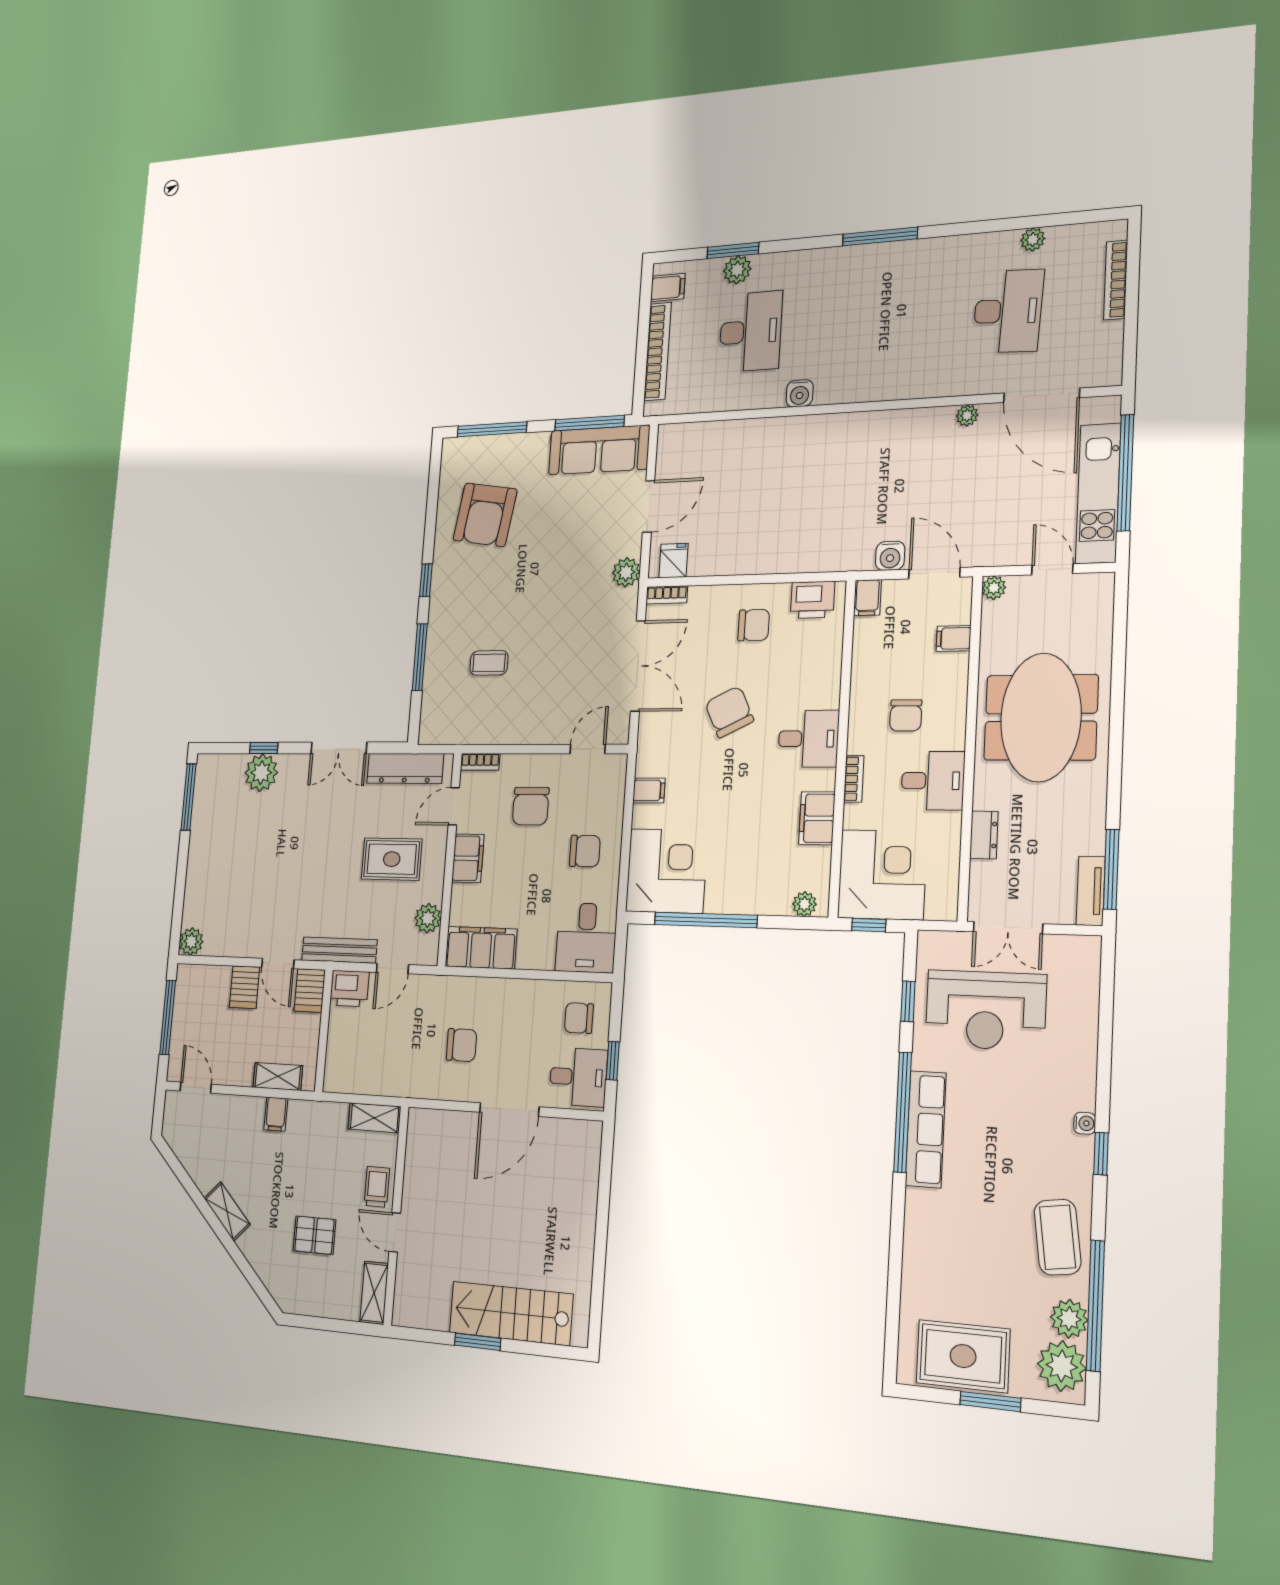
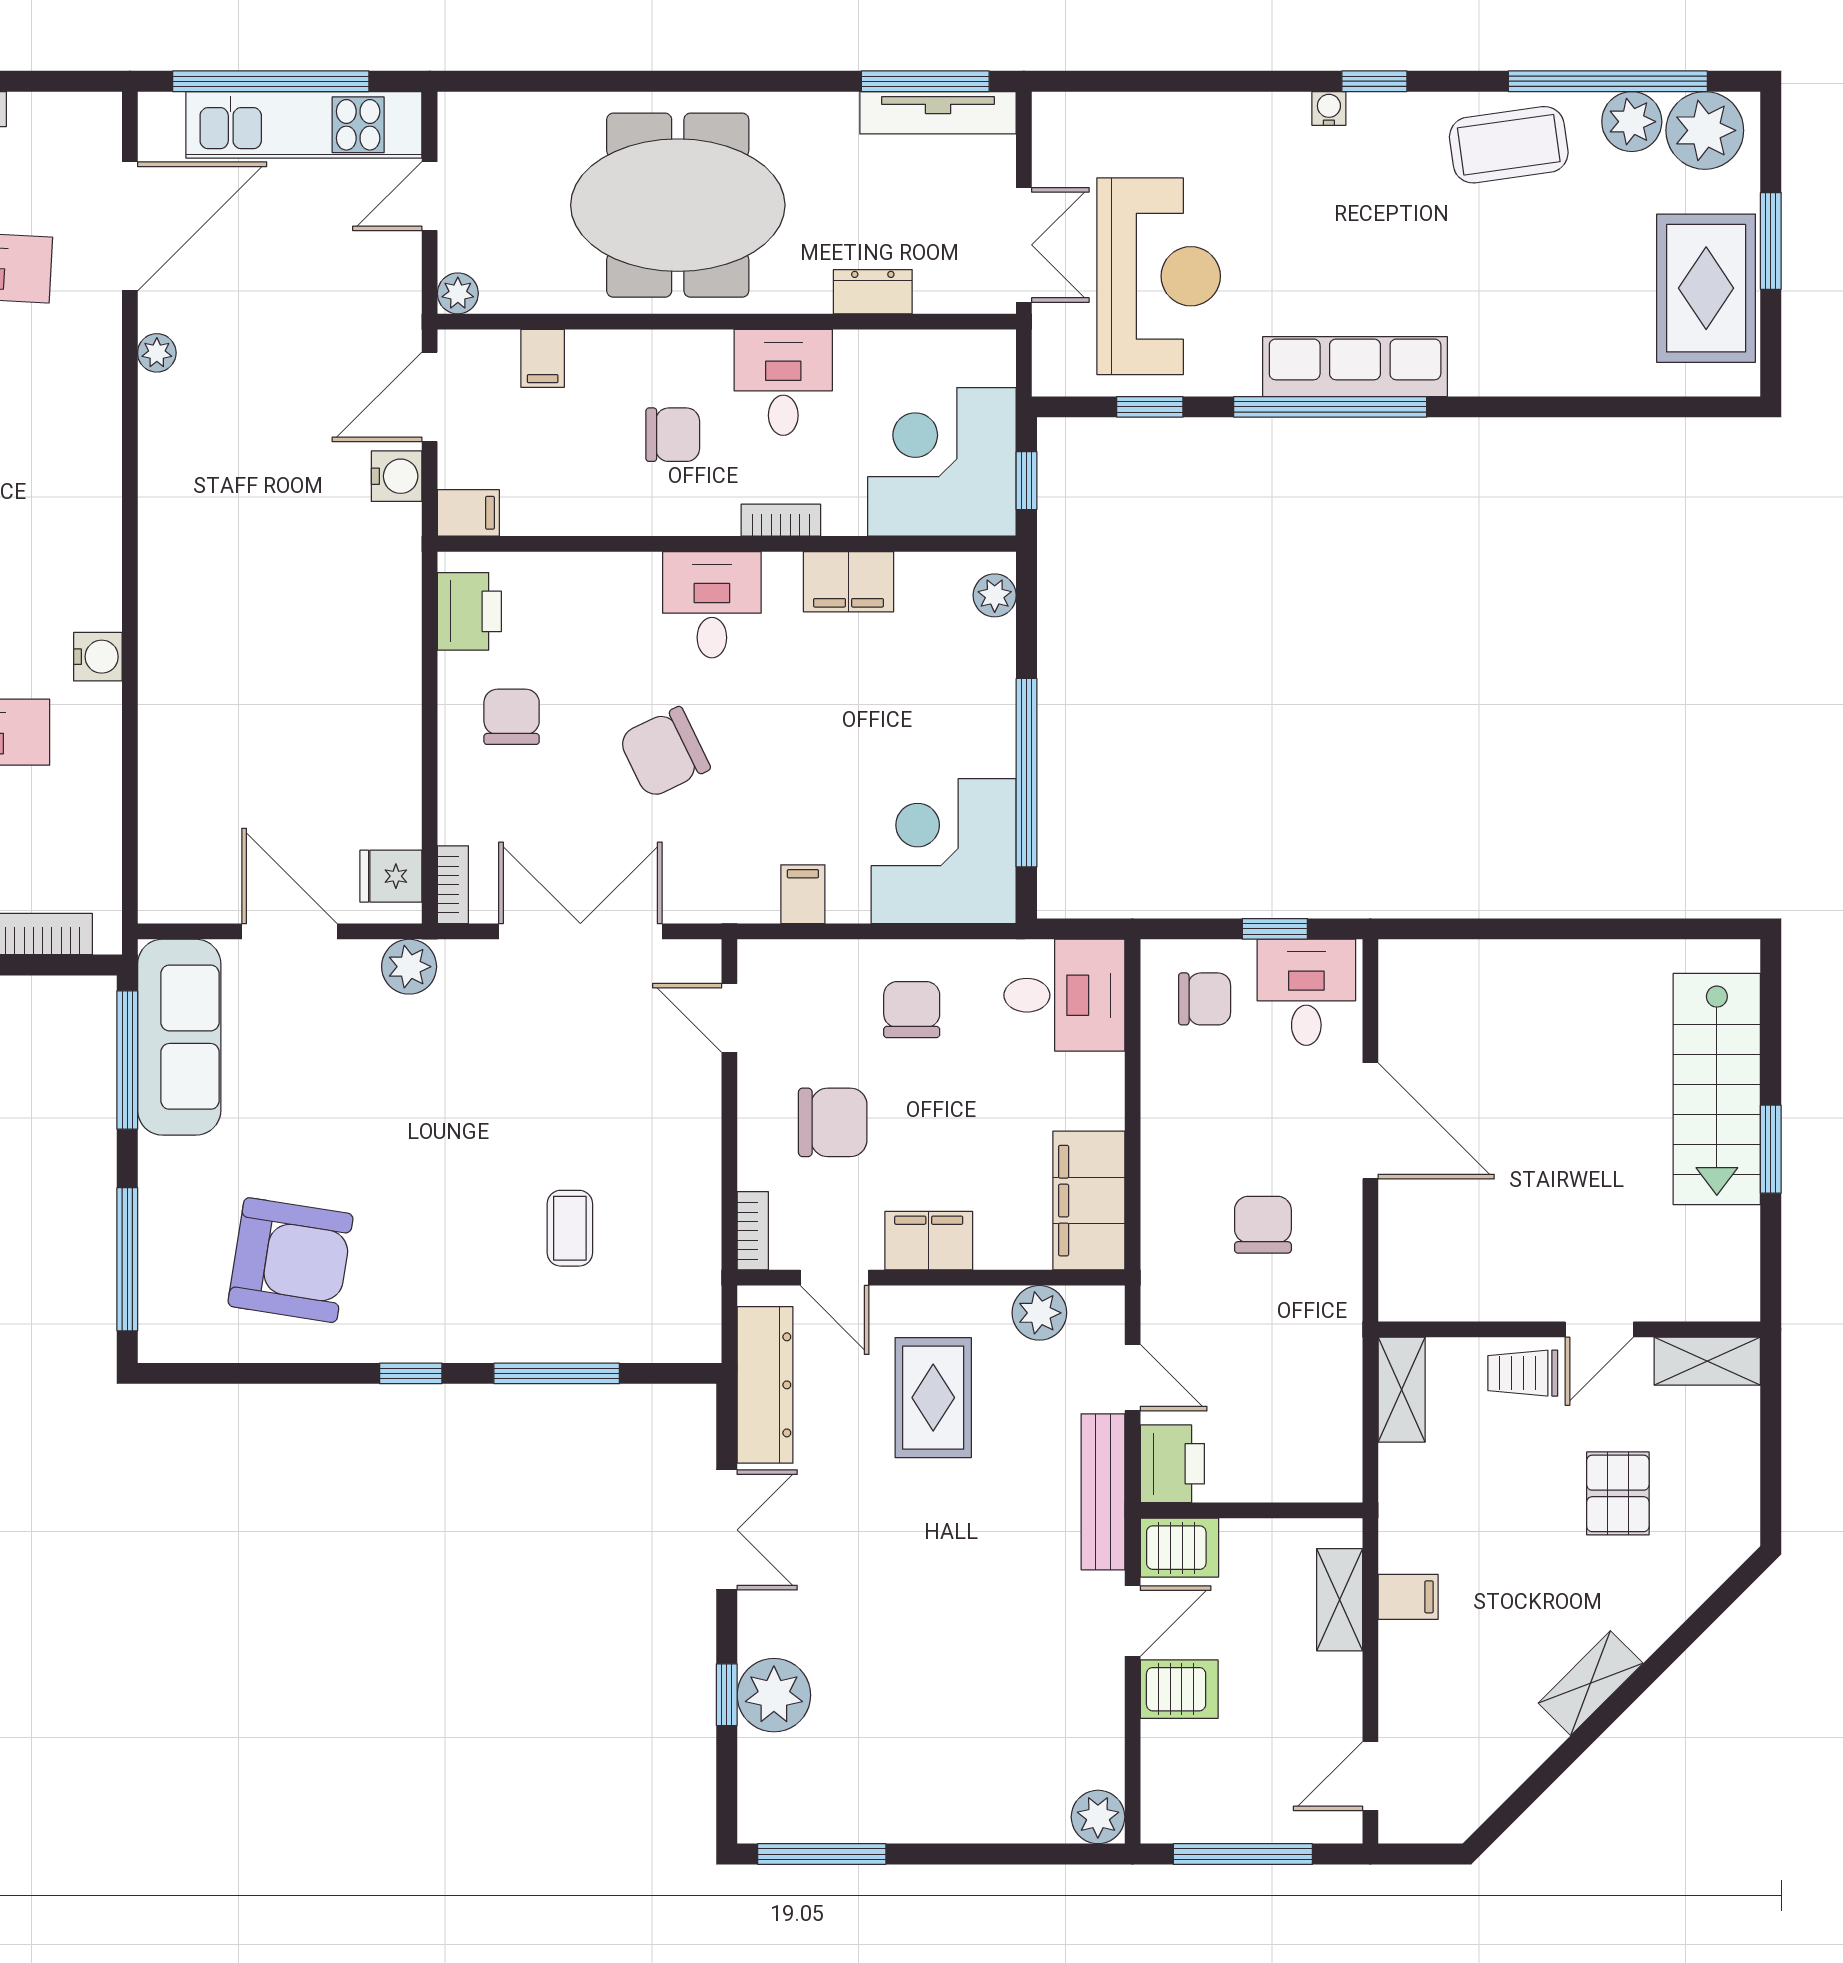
tv unit: (1091, 891) -> (938, 113), width x1.41
chair: (579, 1018) -> (1205, 999), turned -90

